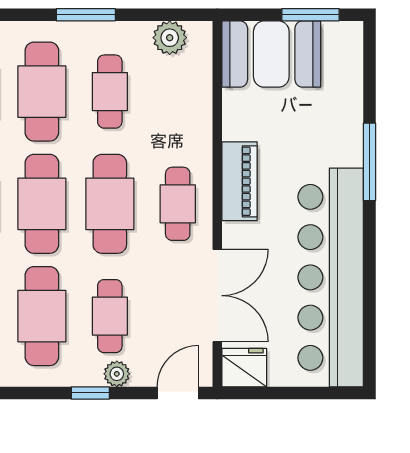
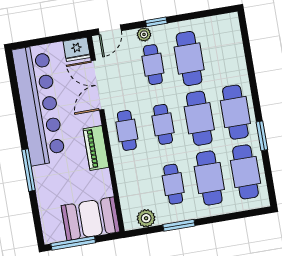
window: (86, 15) -> (179, 225), moved
window: (310, 15) -> (73, 243), width x1.44
cafe table: (110, 204) -> (163, 124), width x0.73, depth x0.74

